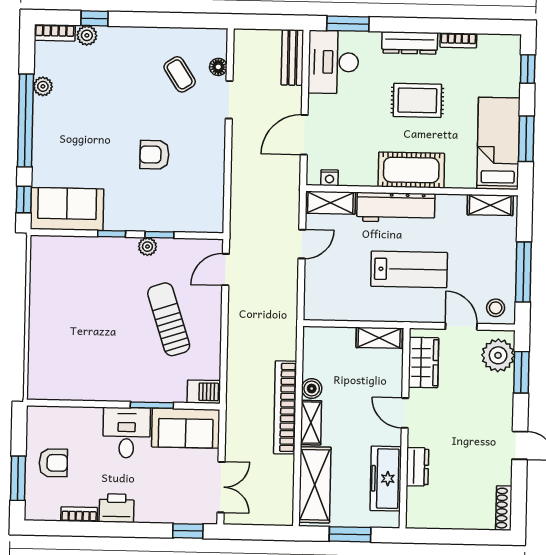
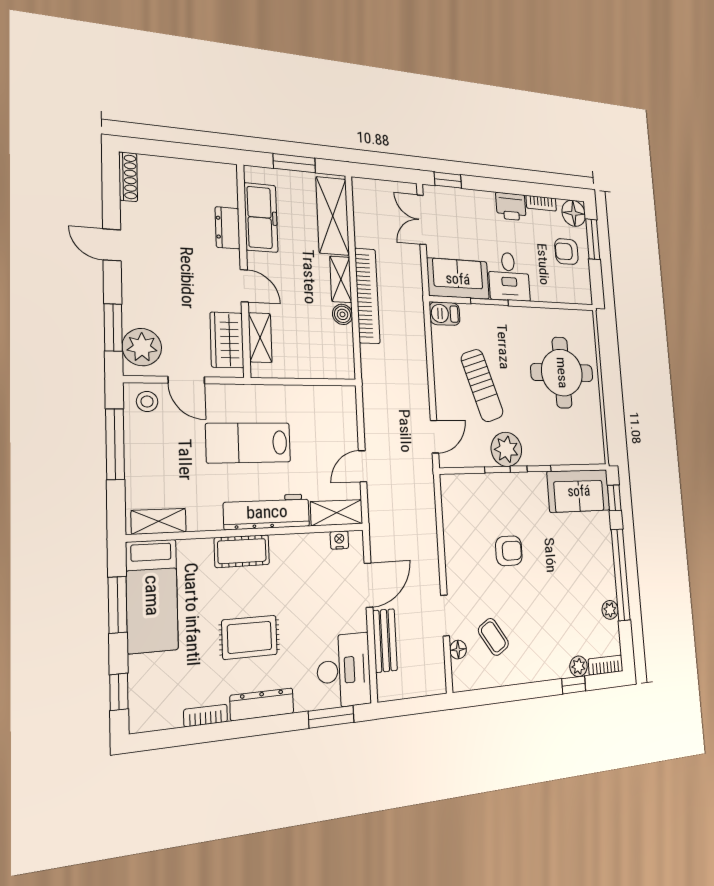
bench: (292, 57) -> (385, 640), moved
cot: (411, 170) -> (242, 551), width x0.73, depth x0.75
plant: (147, 247) -> (506, 449), width x1.88, depth x1.88
round table: (73, 332) -> (562, 373), added
shelving: (379, 338) -> (260, 338), moved, turned 90
floor lamp: (39, 506) -> (574, 213), added

